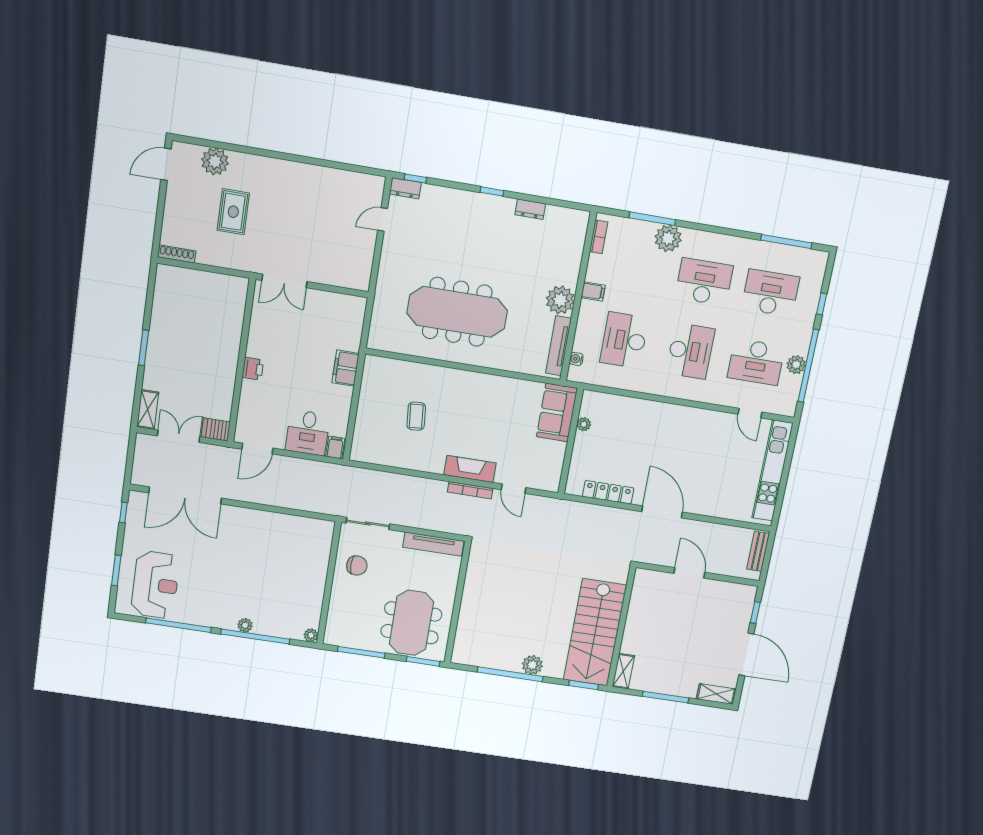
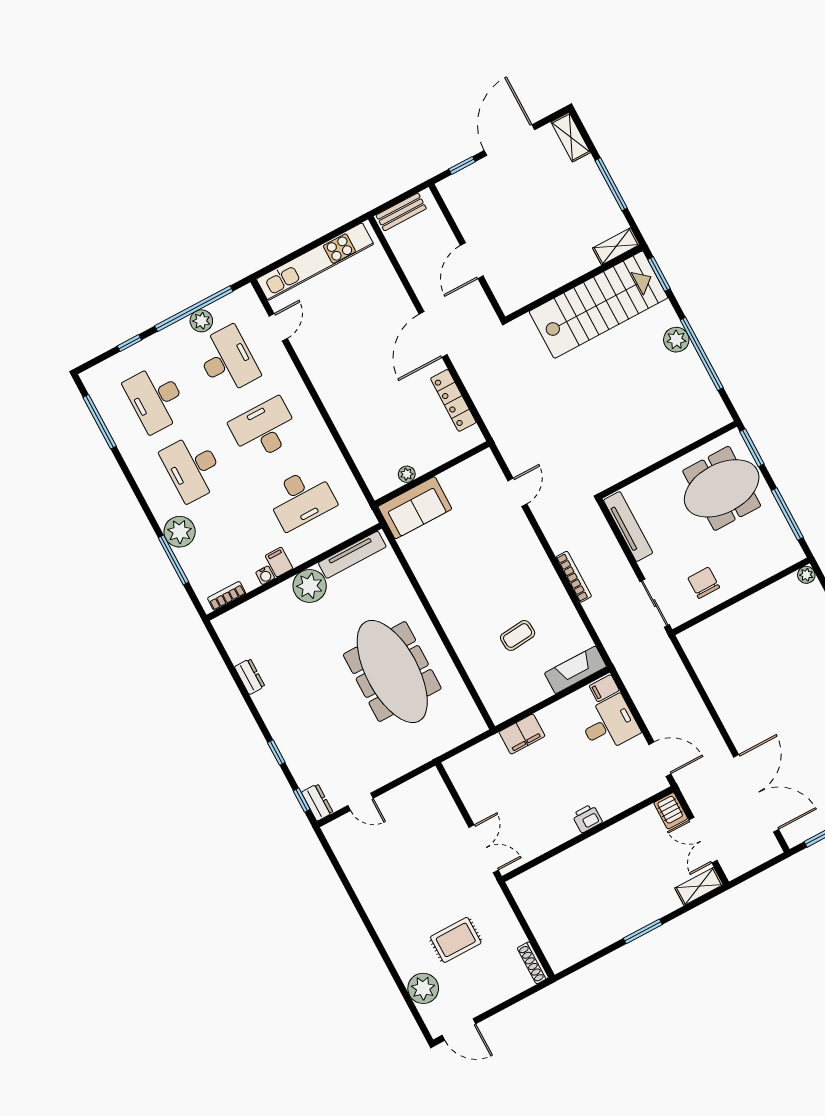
window: (492, 191) -> (276, 753), moved
water cooler: (576, 359) -> (265, 575), moved
fireplace: (470, 469) -> (575, 670), moved, turned 90
bookcase: (470, 490) -> (574, 577), moved

